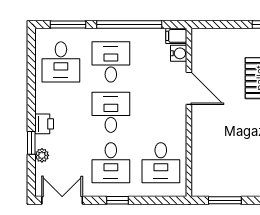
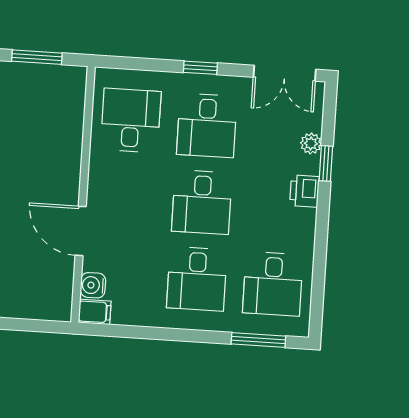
window: (129, 24) -> (165, 334), removed
desk: (61, 62) -> (273, 284), turned 180
desk: (111, 163) -> (207, 125), turned 180

